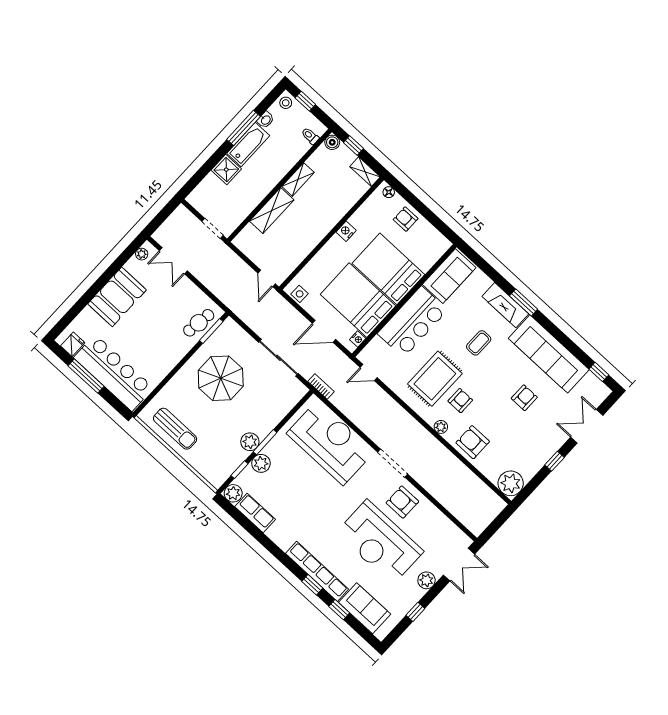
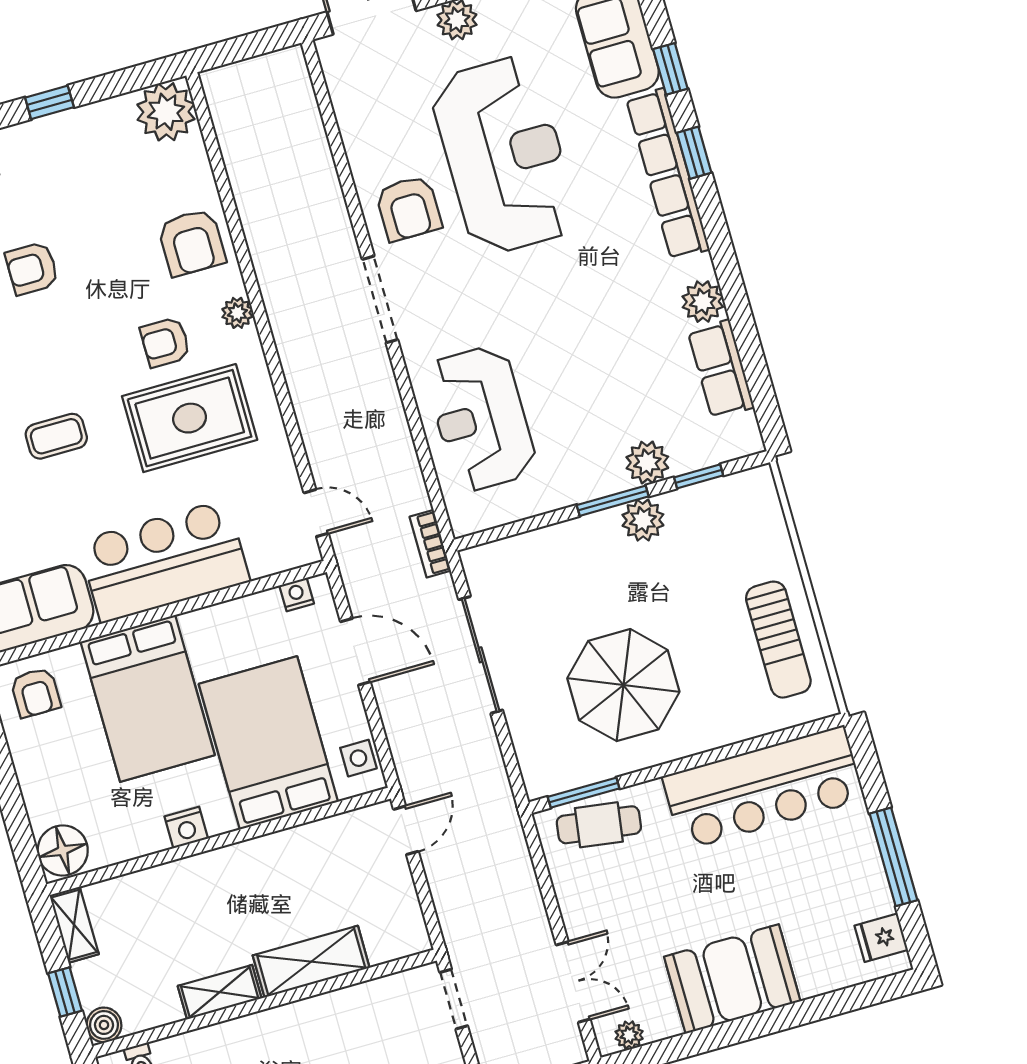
floor lamp: (389, 192) -> (63, 850), width x1.89, depth x1.89
armchair: (406, 219) -> (35, 693), moved
bed: (358, 300) -> (268, 743), moved, turned 180
bar counter: (113, 373) -> (763, 788), moved, turned -90
sun lounger: (175, 429) -> (778, 640), turned 180
reception desk: (330, 443) -> (481, 418), width x0.74, depth x0.77
plant: (233, 493) -> (703, 302), moved

